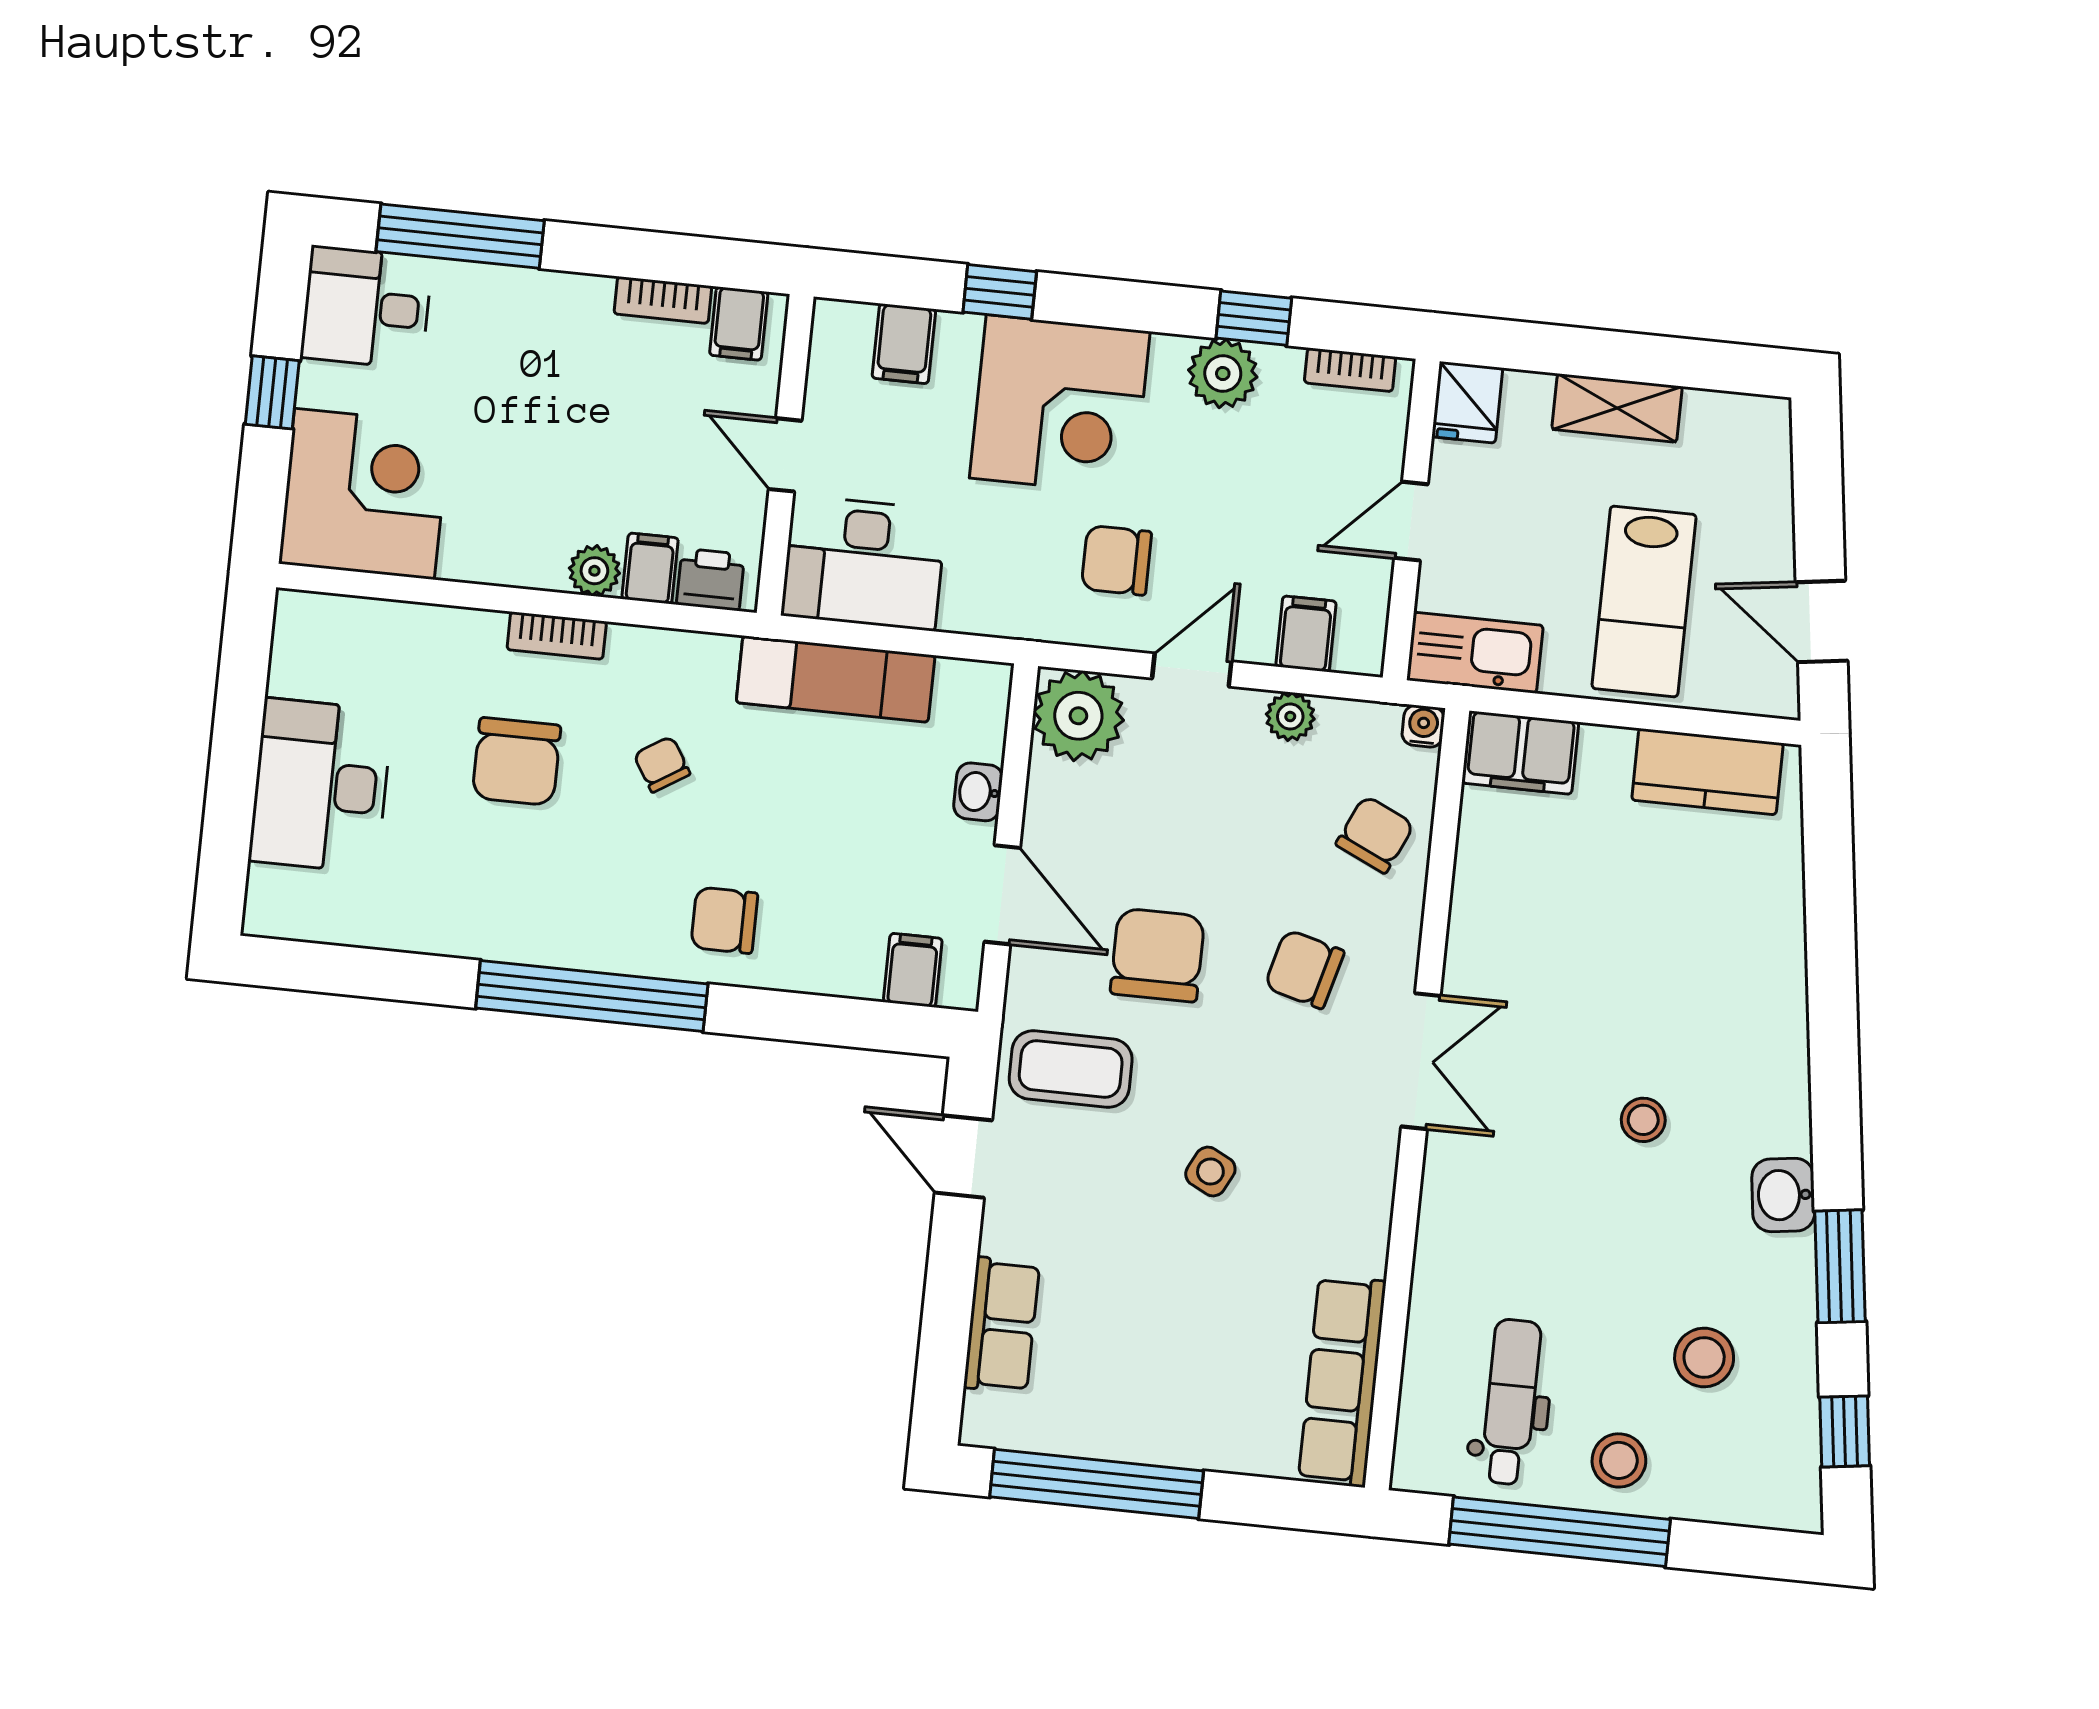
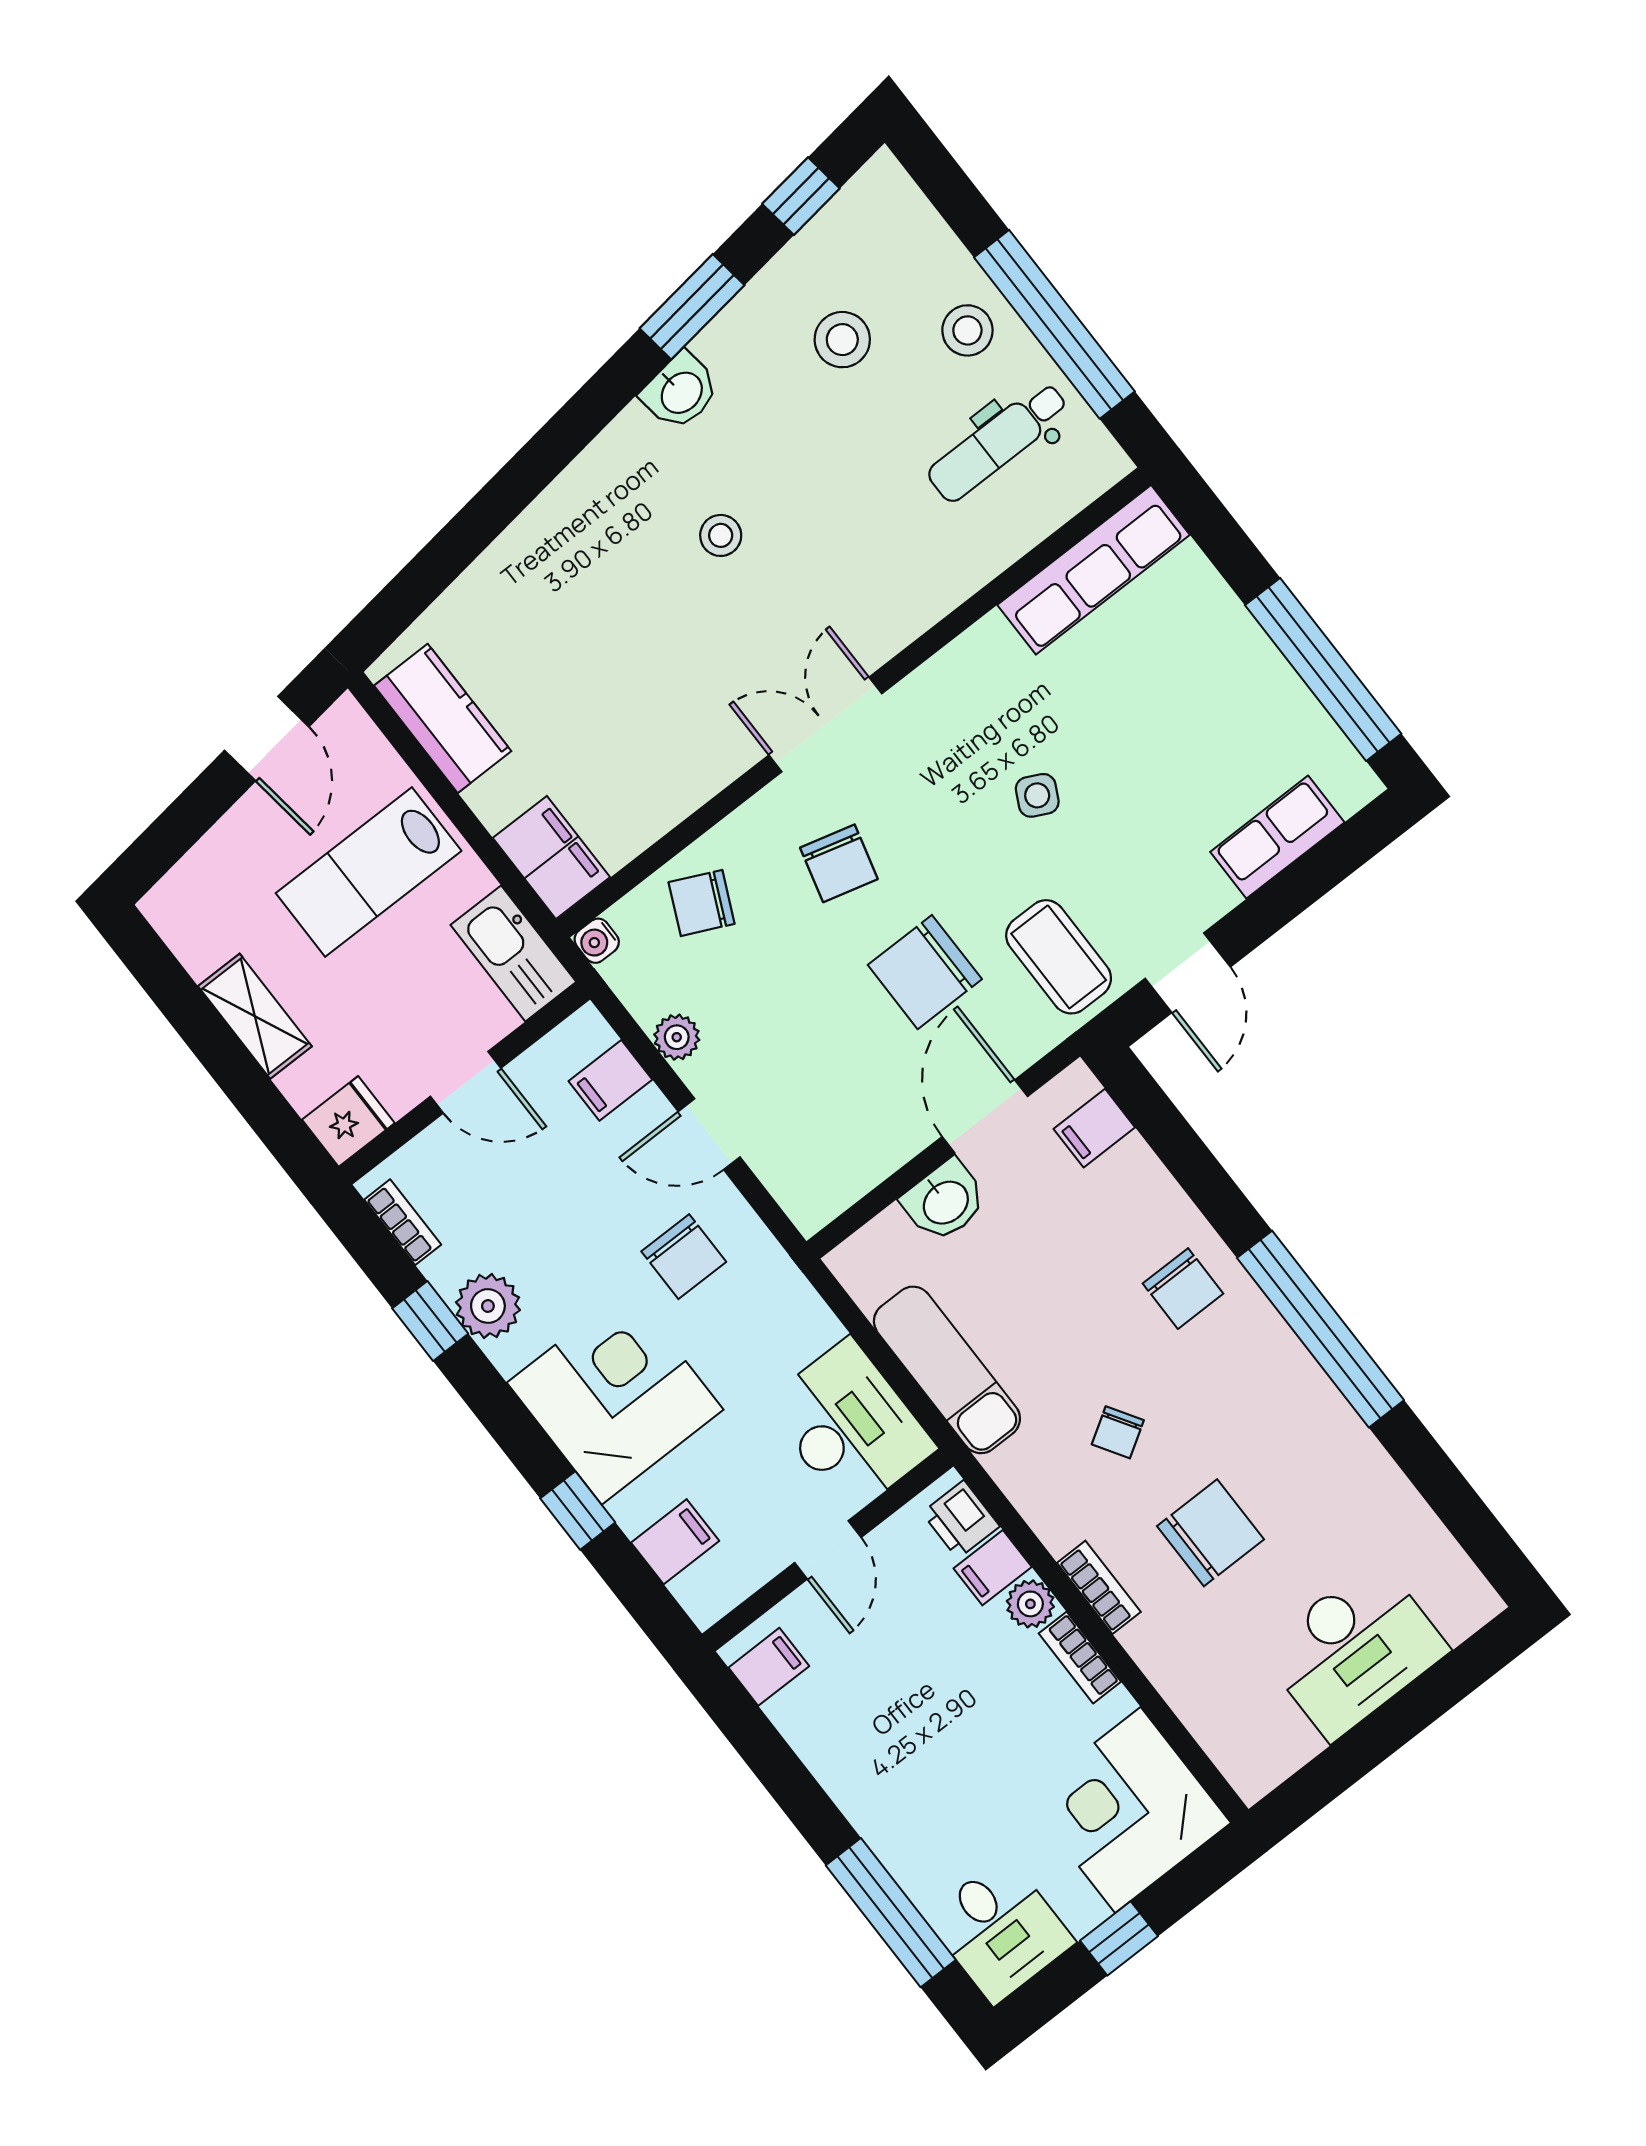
bookcase: (663, 300) -> (1080, 1658), moved, turned 180
lab bench: (1644, 602) -> (369, 872), turned 180
plant: (1078, 716) -> (814, 1181), removed
washbasin: (978, 792) -> (945, 1201), width x1.38, depth x1.45

